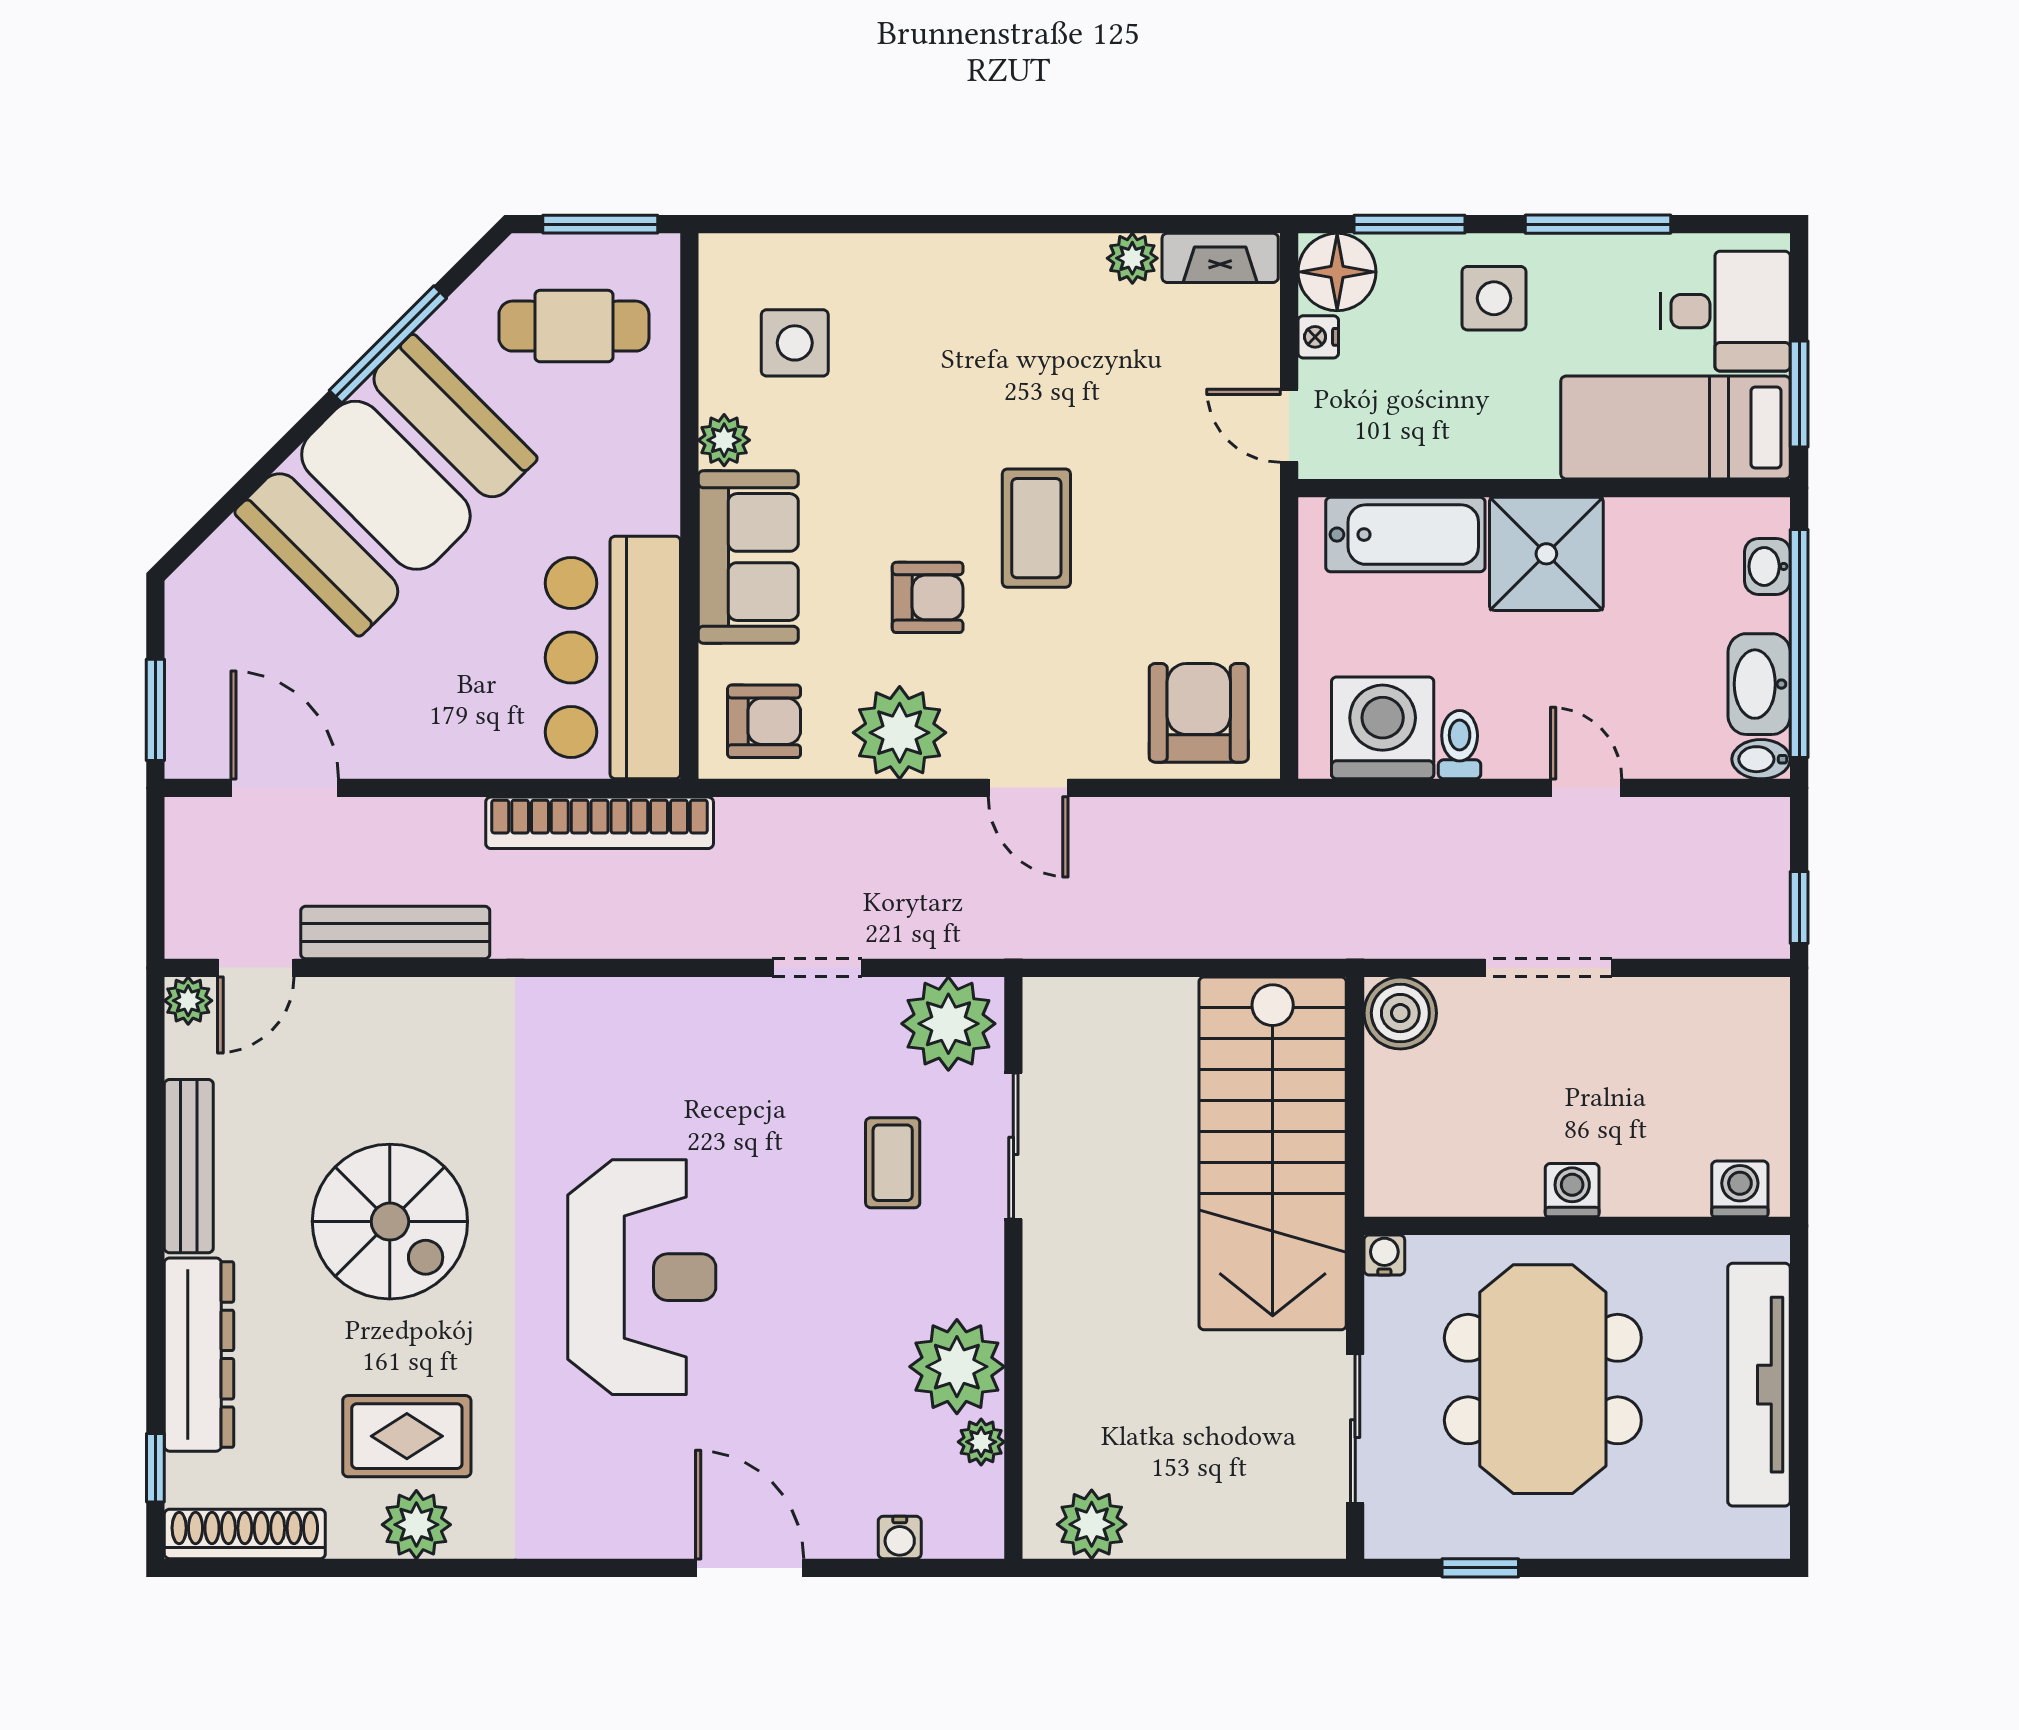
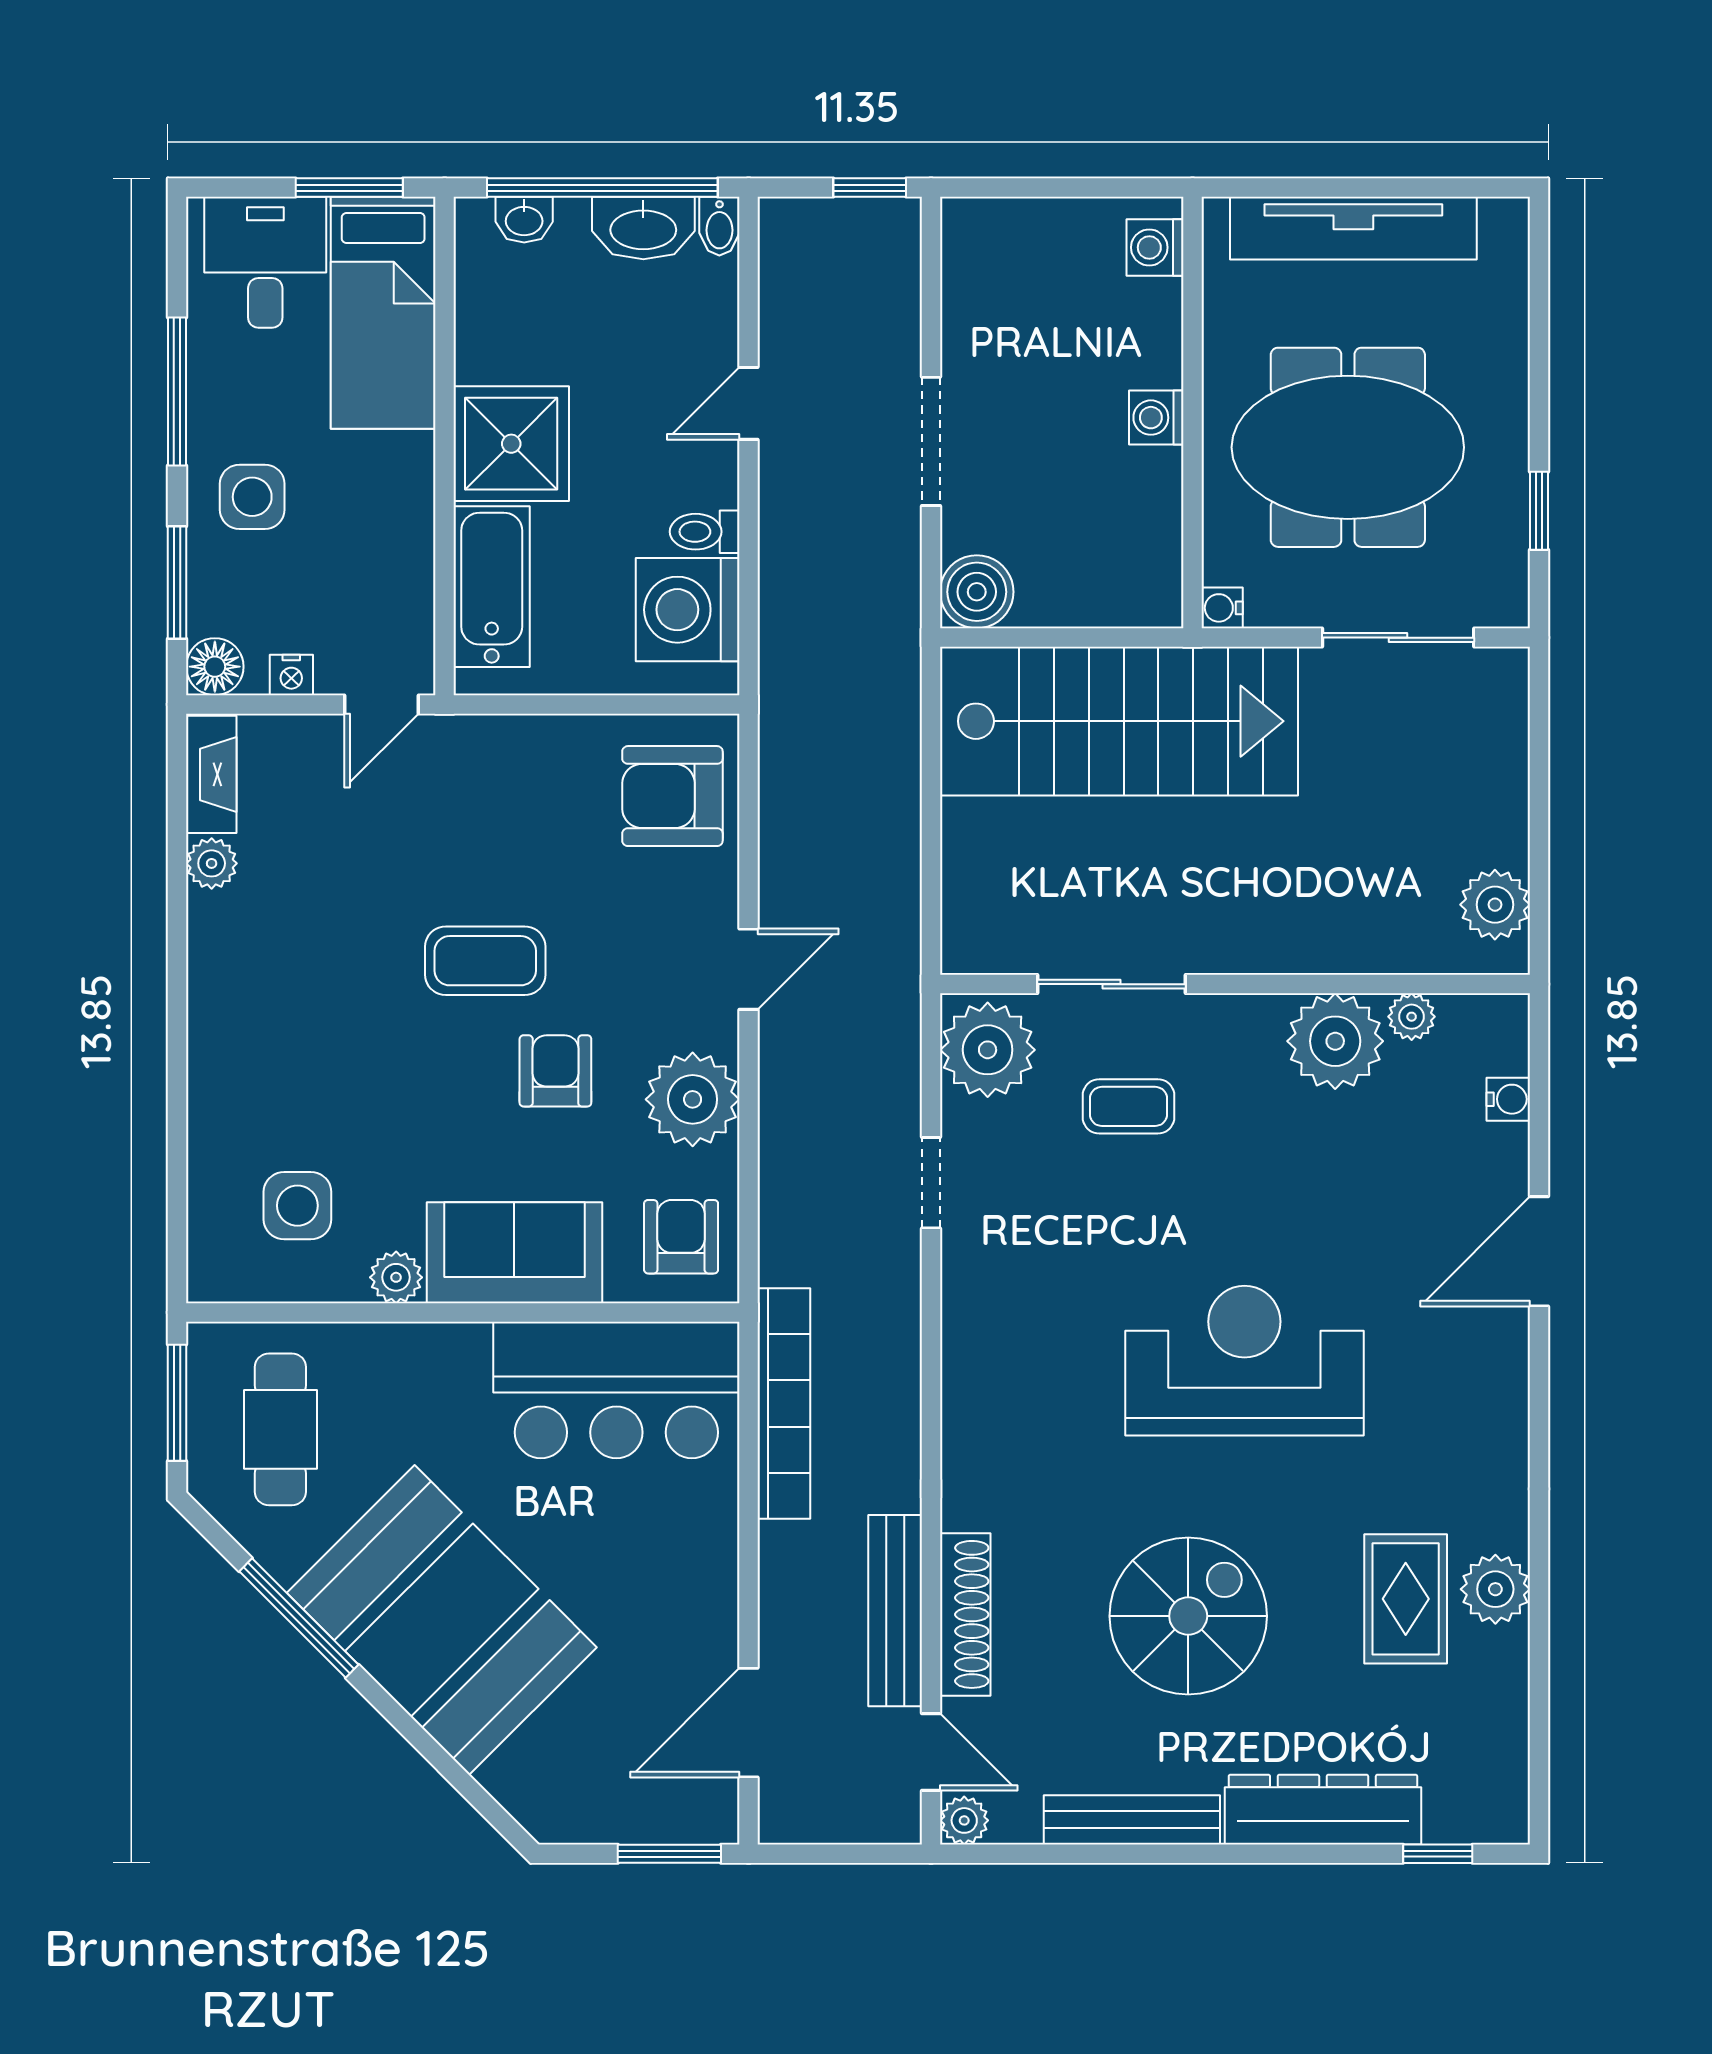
floor lamp: (1337, 272) -> (215, 667), width x0.73, depth x0.73
shoe rack: (245, 1534) -> (965, 1614), moved, turned 180

